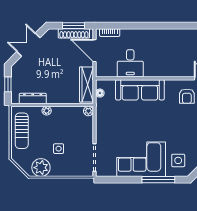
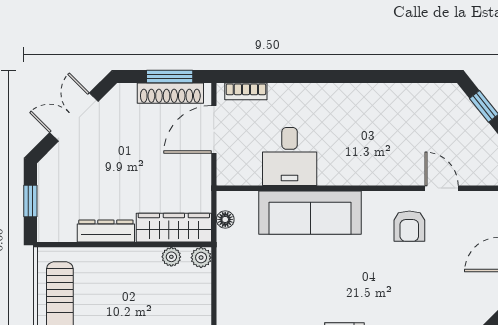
door: (94, 51) -> (214, 129), hinge flipped
wardrobe: (86, 84) -> (174, 228), moved, turned 90
dresser: (33, 99) -> (106, 231), moved
plant: (47, 111) -> (171, 257), moved

